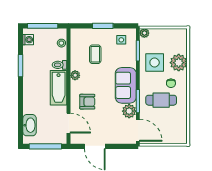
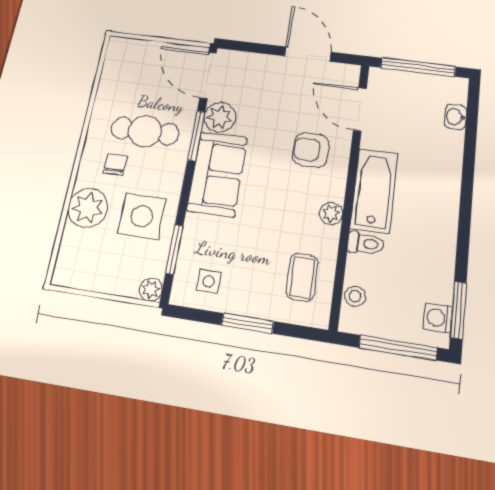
coffee table: (95, 54) -> (302, 277), moved
window: (21, 66) -> (458, 310), moved
washbasin: (30, 125) -> (455, 117), width x0.52, depth x0.69

